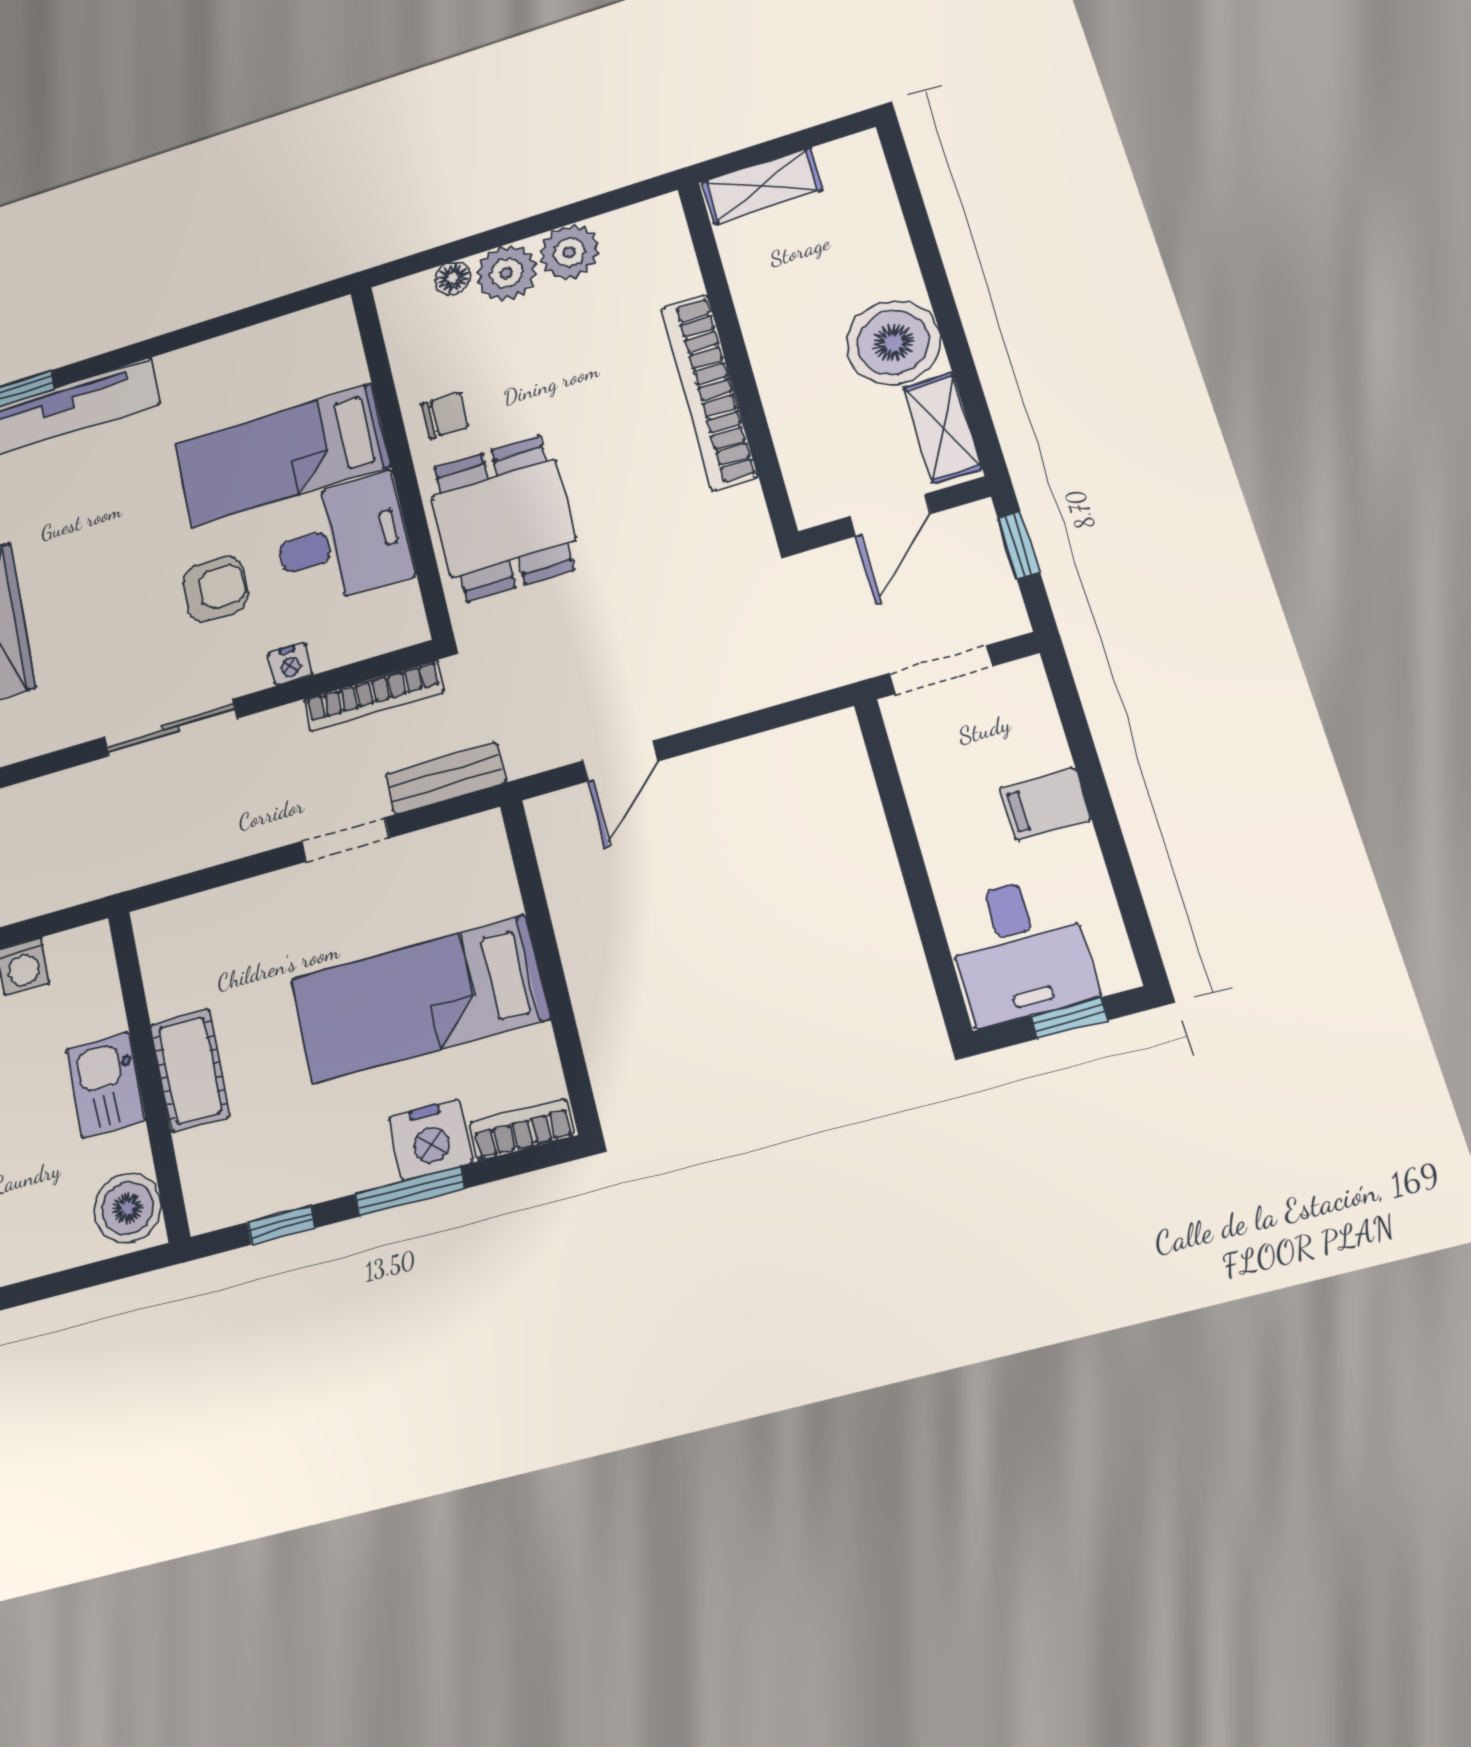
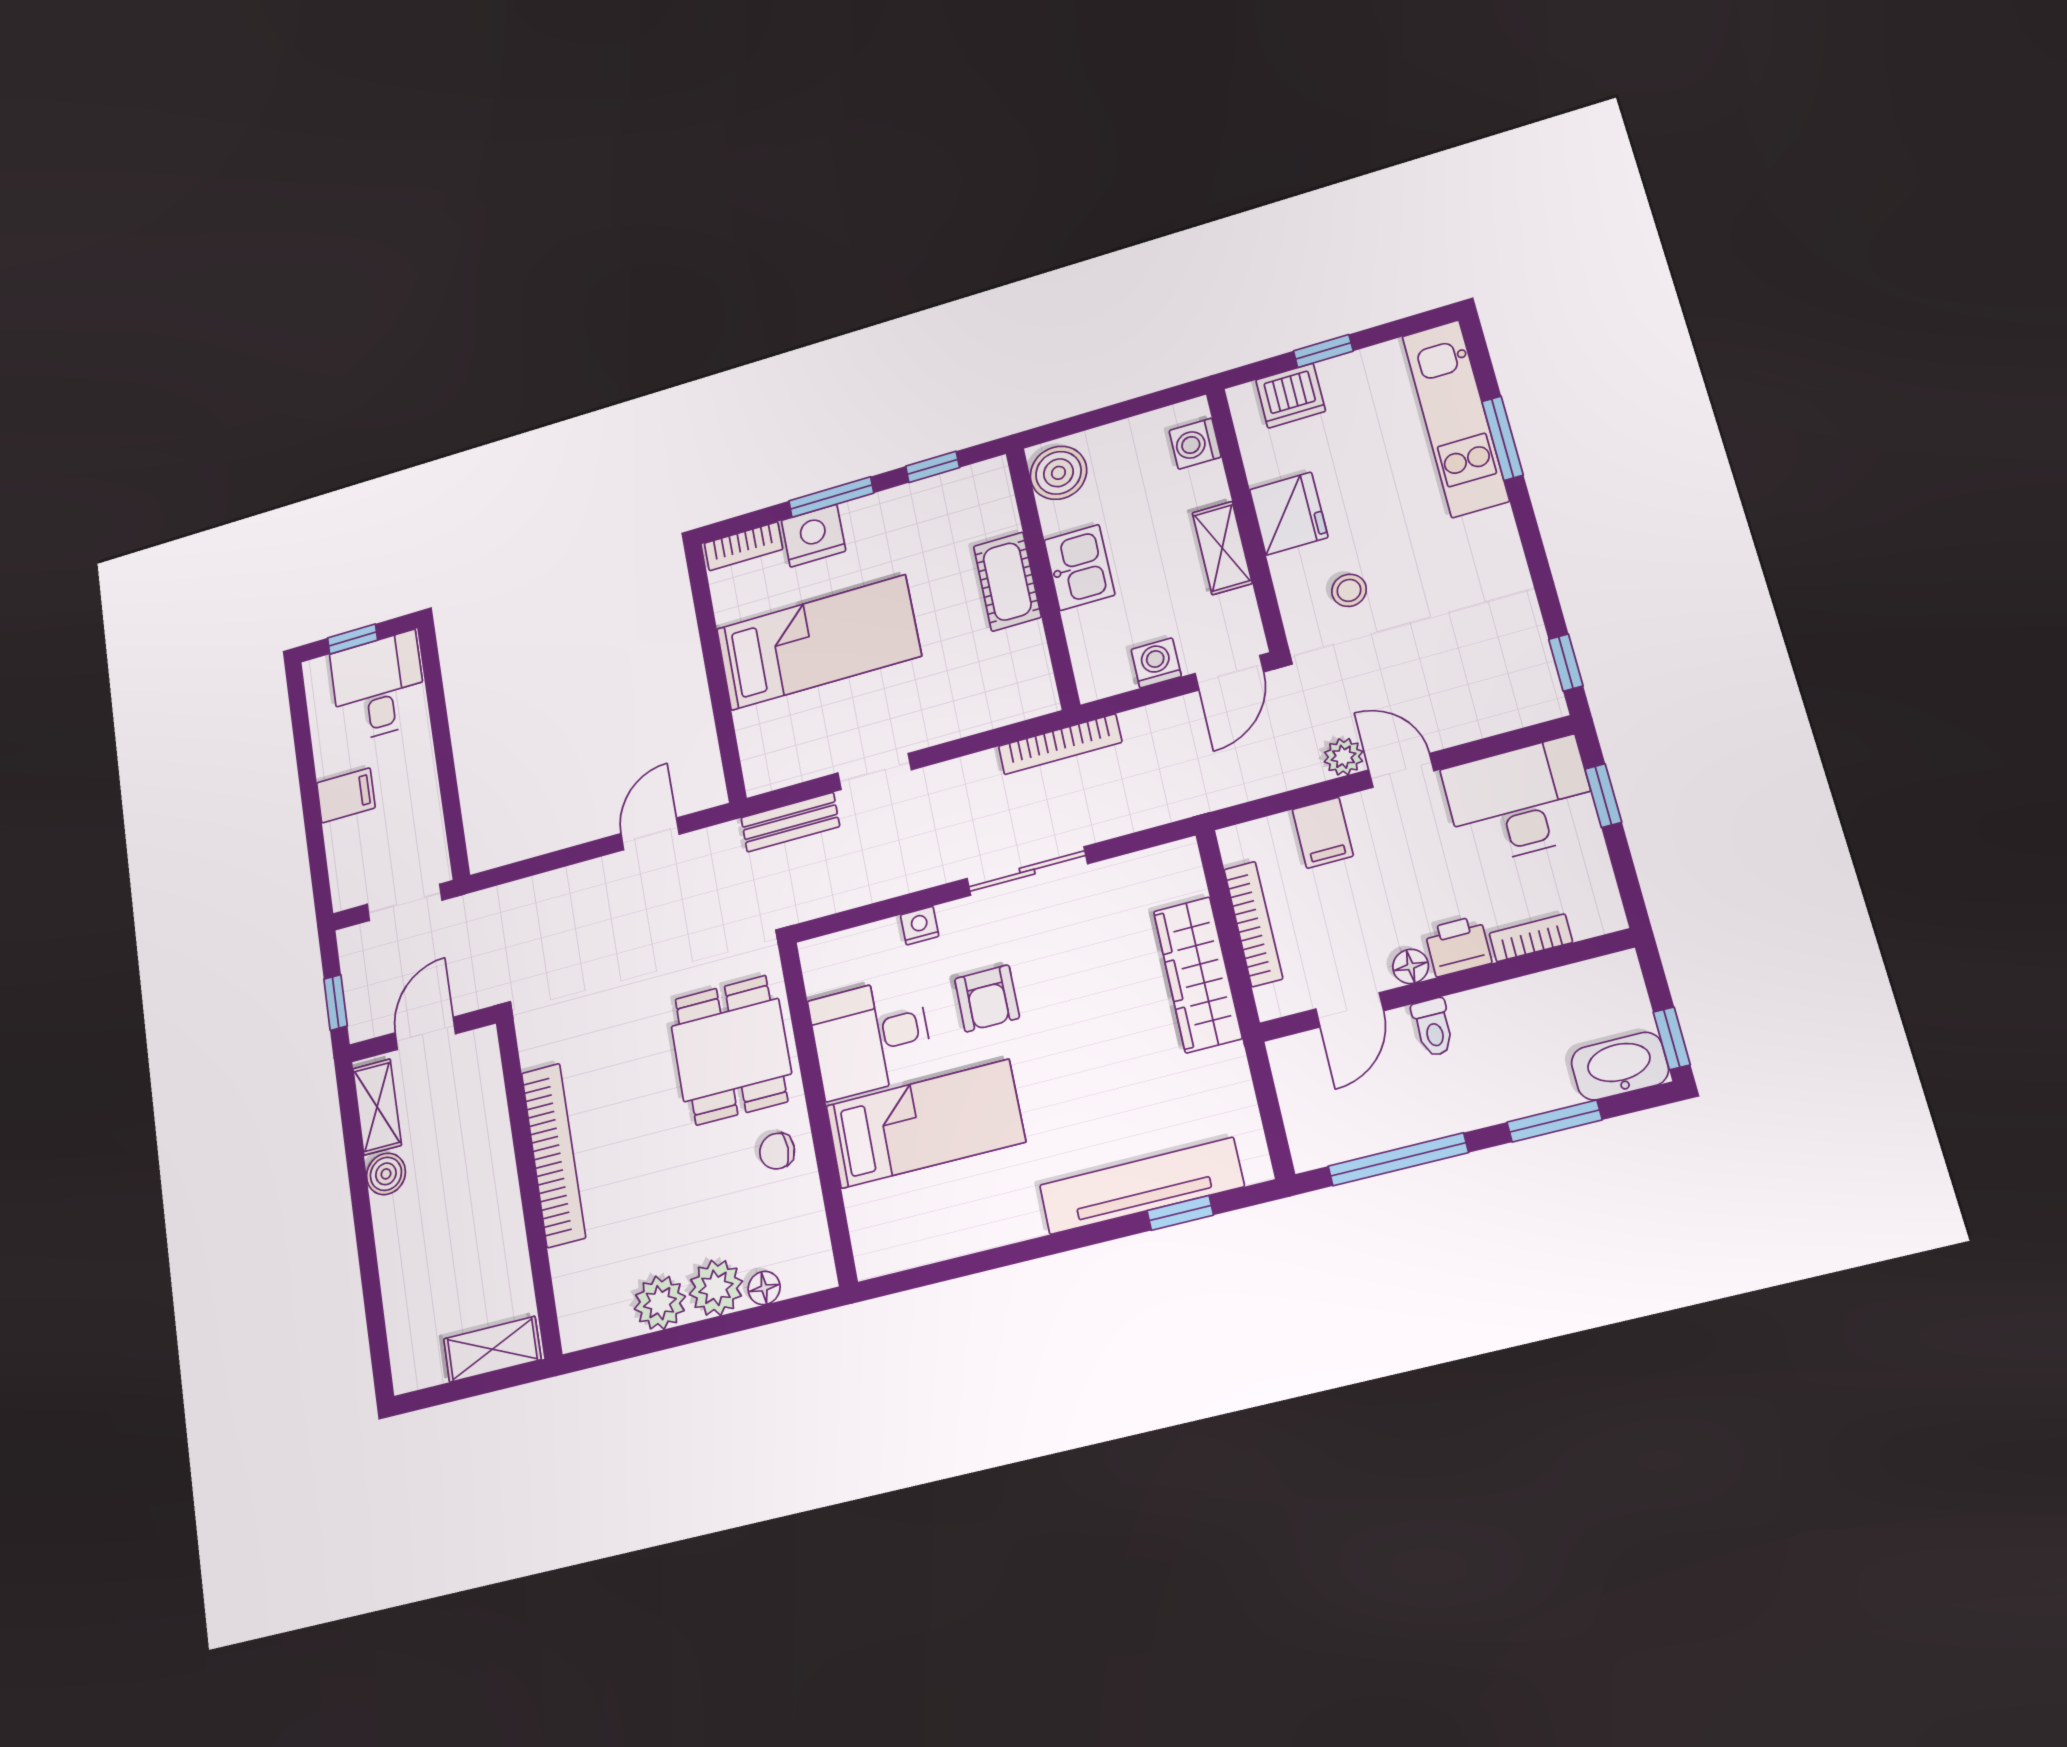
boiler: (893, 343) -> (386, 1174), width x0.54, depth x0.54
armchair: (215, 589) -> (987, 998), turned -90
bookcase: (374, 696) -> (1060, 744), moved, turned 180

